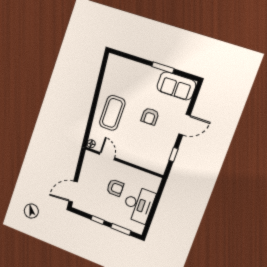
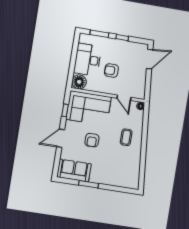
coffee table: (112, 113) -> (126, 137), width x0.54, depth x0.58
armchair: (150, 116) -> (92, 140), turned 180
corner sofa: (147, 152) -> (89, 108), added
floor lamp: (152, 183) -> (79, 82), added

